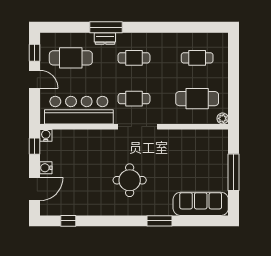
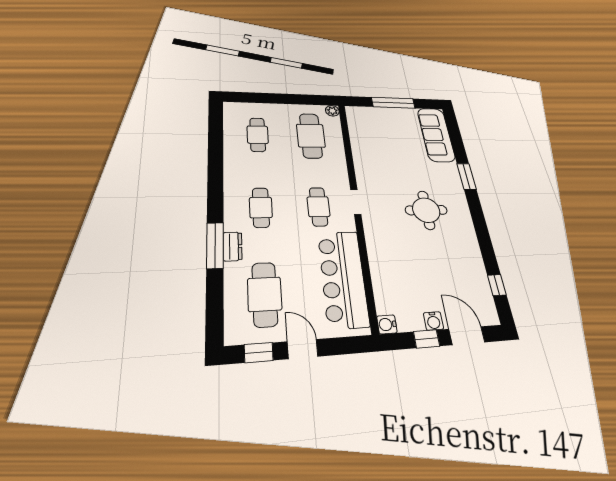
door: (35, 79) -> (303, 349), hinge flipped
doorway: (138, 127) -> (356, 202), width x0.53
window: (35, 146) -> (427, 339), moved

